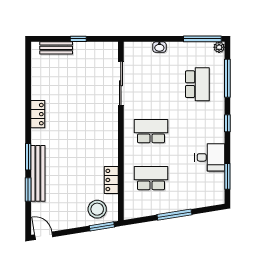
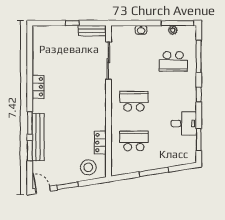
plant: (219, 47) -> (173, 30), moved
bench: (56, 48) -> (92, 31), moved
school desk: (197, 84) -> (173, 61), turned 90
window: (102, 226) -> (67, 186), moved

